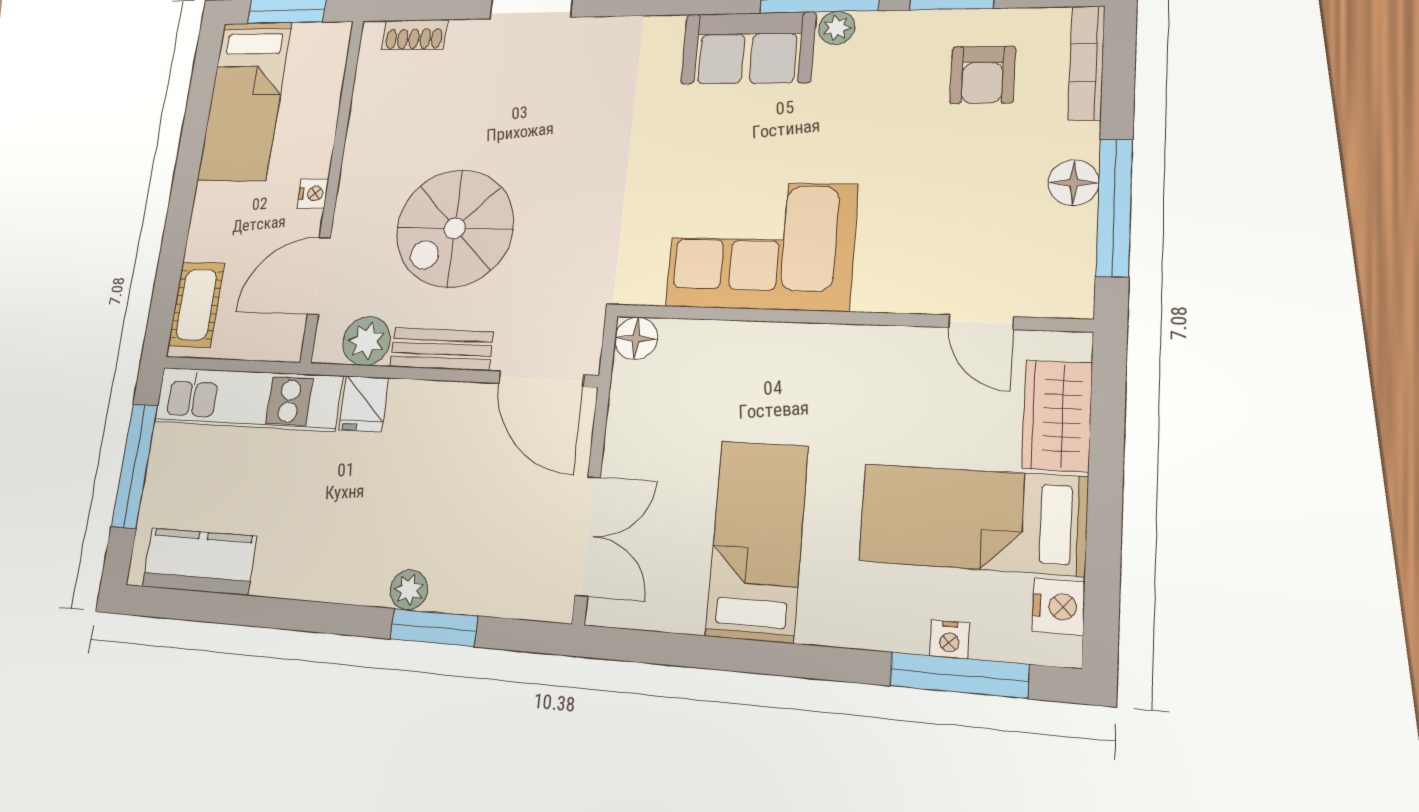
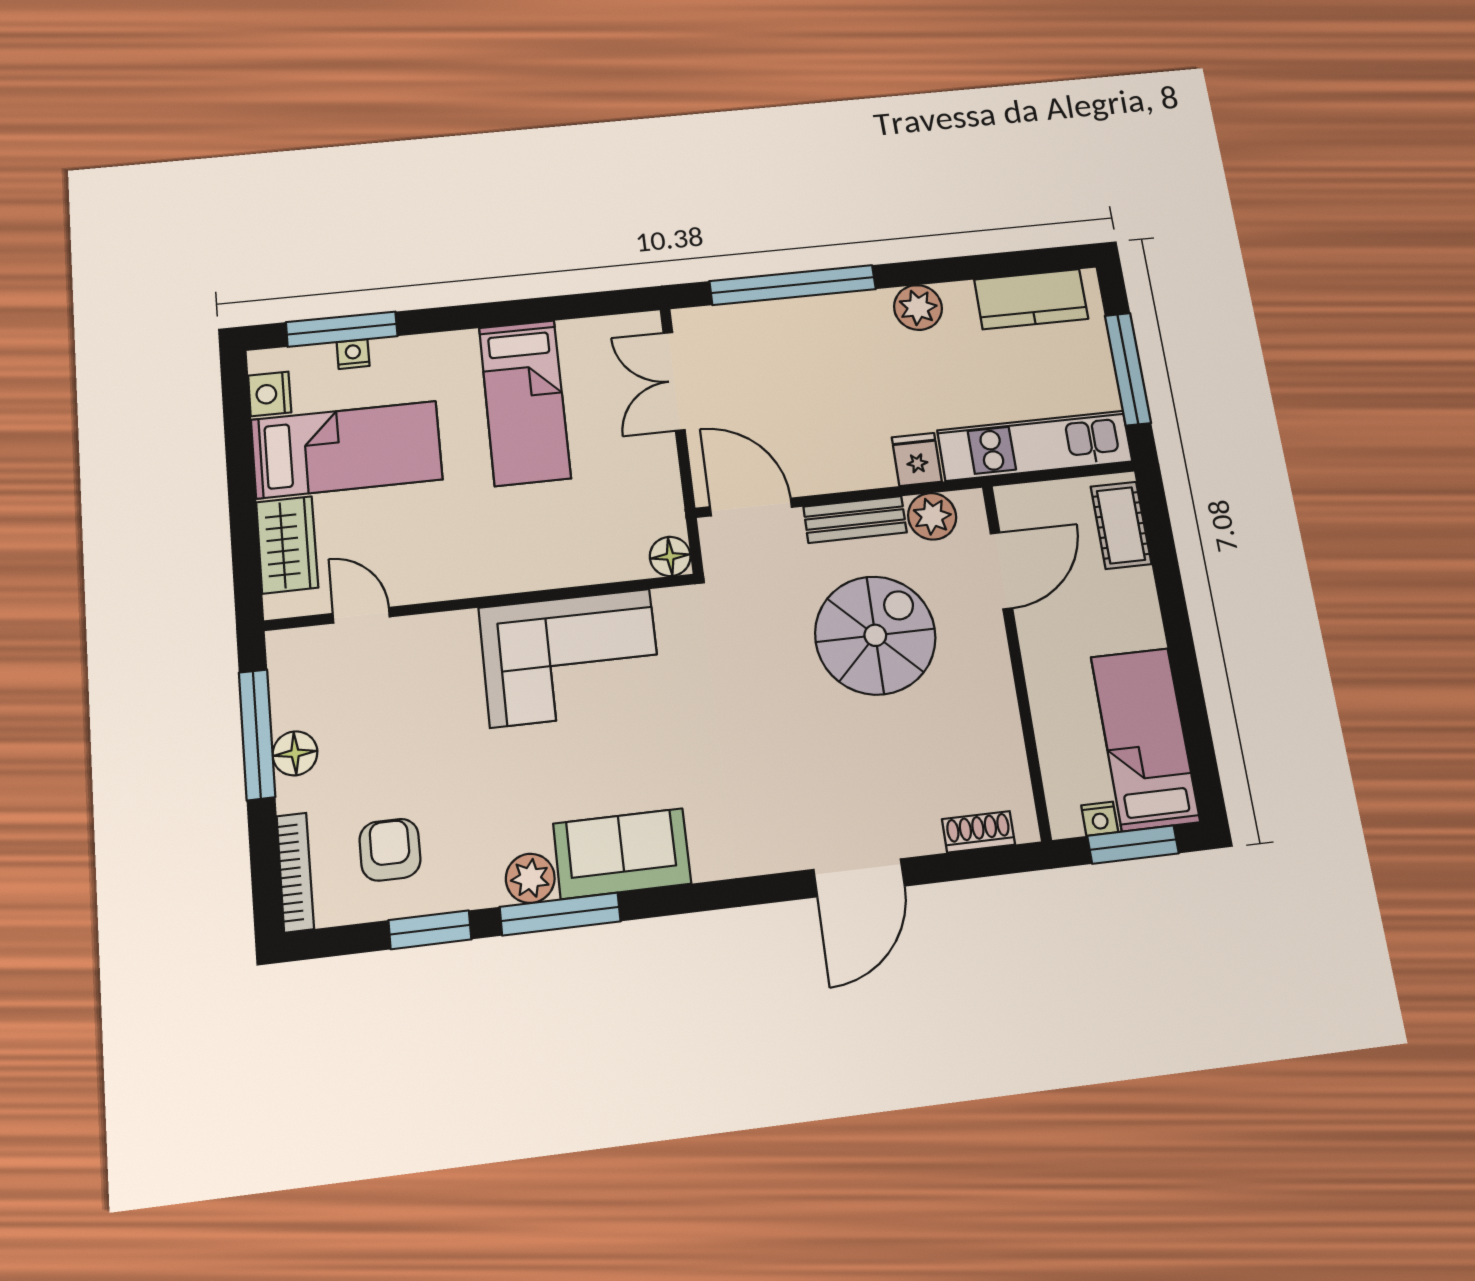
plant: (837, 28) -> (530, 878), width x1.38, depth x1.38
nightstand: (313, 194) -> (1100, 819), moved, turned -90
plant: (409, 590) -> (918, 307), moved, width x1.38, depth x1.38
window: (434, 628) -> (793, 285), width x2.11

